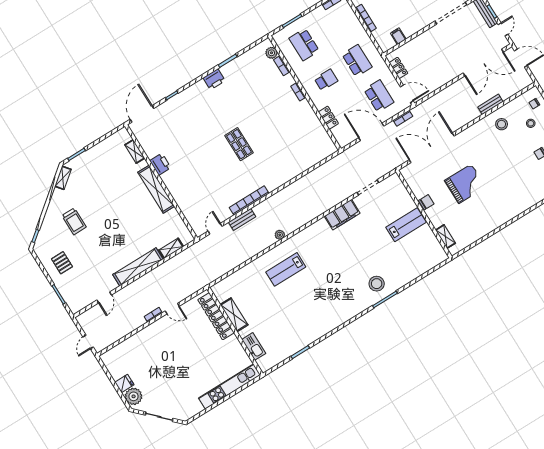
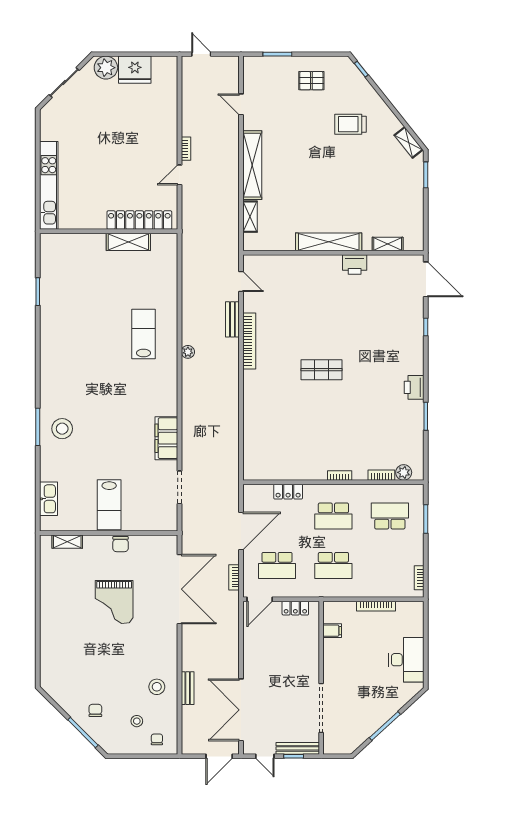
school desk: (326, 80) -> (333, 516), width x1.85
kitchen sink: (254, 346) -> (49, 499), moved, turned -90
fridge: (124, 384) -> (135, 70), width x1.88, depth x1.34

